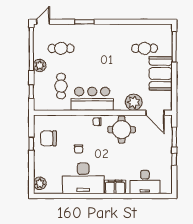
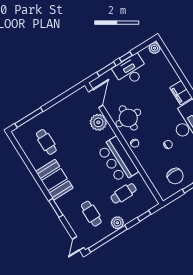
door: (43, 22) -> (78, 243), hinge flipped
booth: (161, 73) -> (54, 180), moved, turned 90
desk: (145, 182) -> (131, 70), moved, turned -90
plant: (166, 188) -> (154, 48), added

